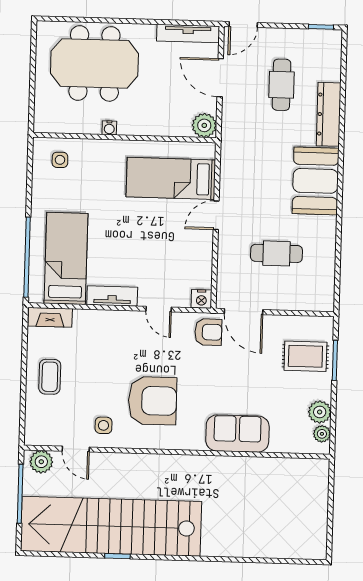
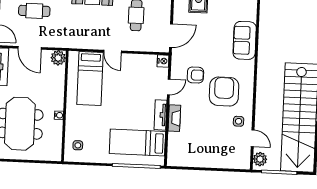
door: (220, 78) -> (30, 48), hinge flipped
fireplace: (50, 317) -> (174, 118), moved
armchair: (208, 332) -> (195, 75), moved, turned 90
coffee table: (50, 377) -> (209, 153), removed
door: (76, 449) -> (253, 138), hinge flipped

